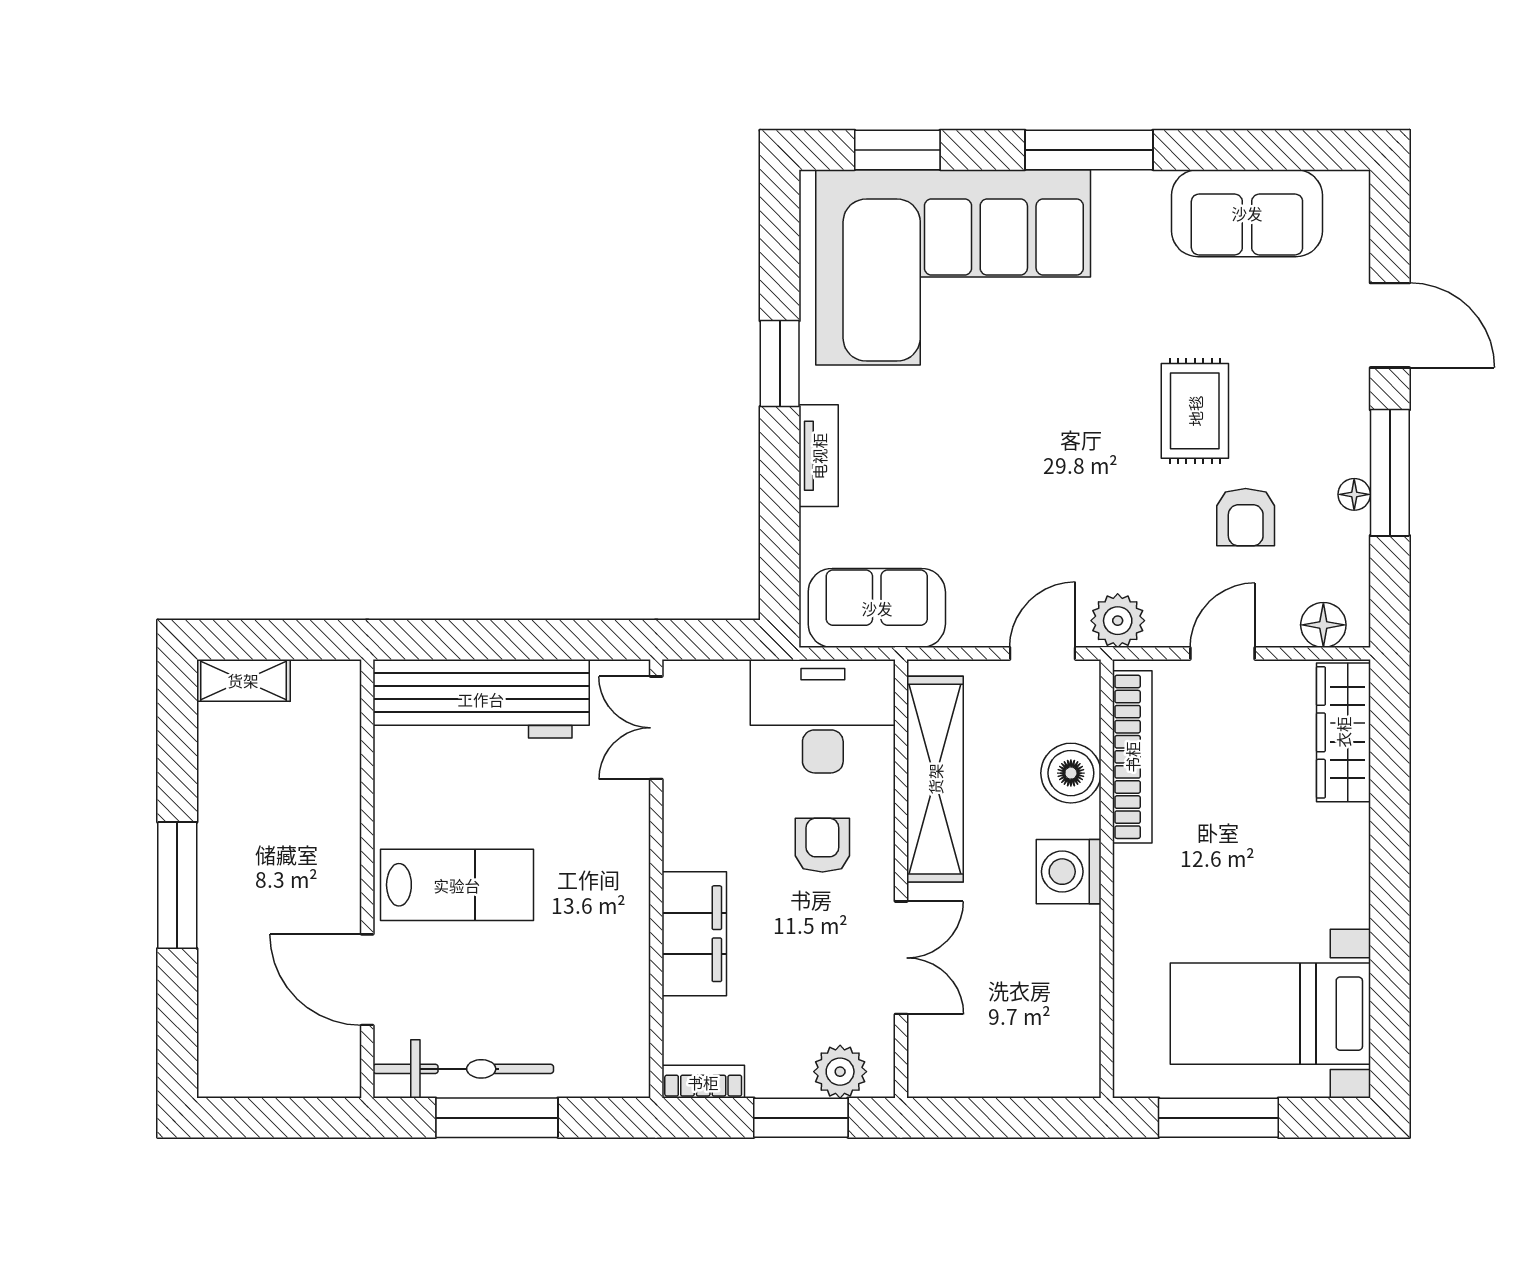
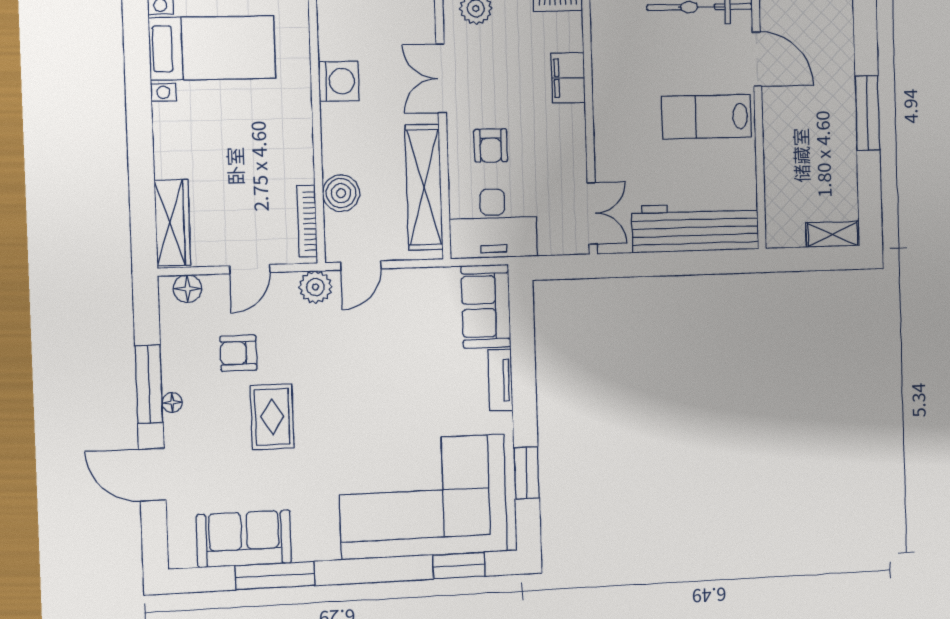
window: (1089, 150) -> (275, 576), moved
window: (780, 364) -> (527, 473), moved
floor lamp: (1354, 494) -> (172, 403), moved
armchair: (1246, 517) -> (238, 353), turned -90
sofa: (877, 608) -> (486, 306), moved, turned 90
bookcase: (1132, 757) -> (307, 221), width x0.68, depth x0.76
washing machine: (1069, 872) -> (339, 81), moved
filing cabinet: (694, 934) -> (568, 78), width x0.67, depth x0.86

